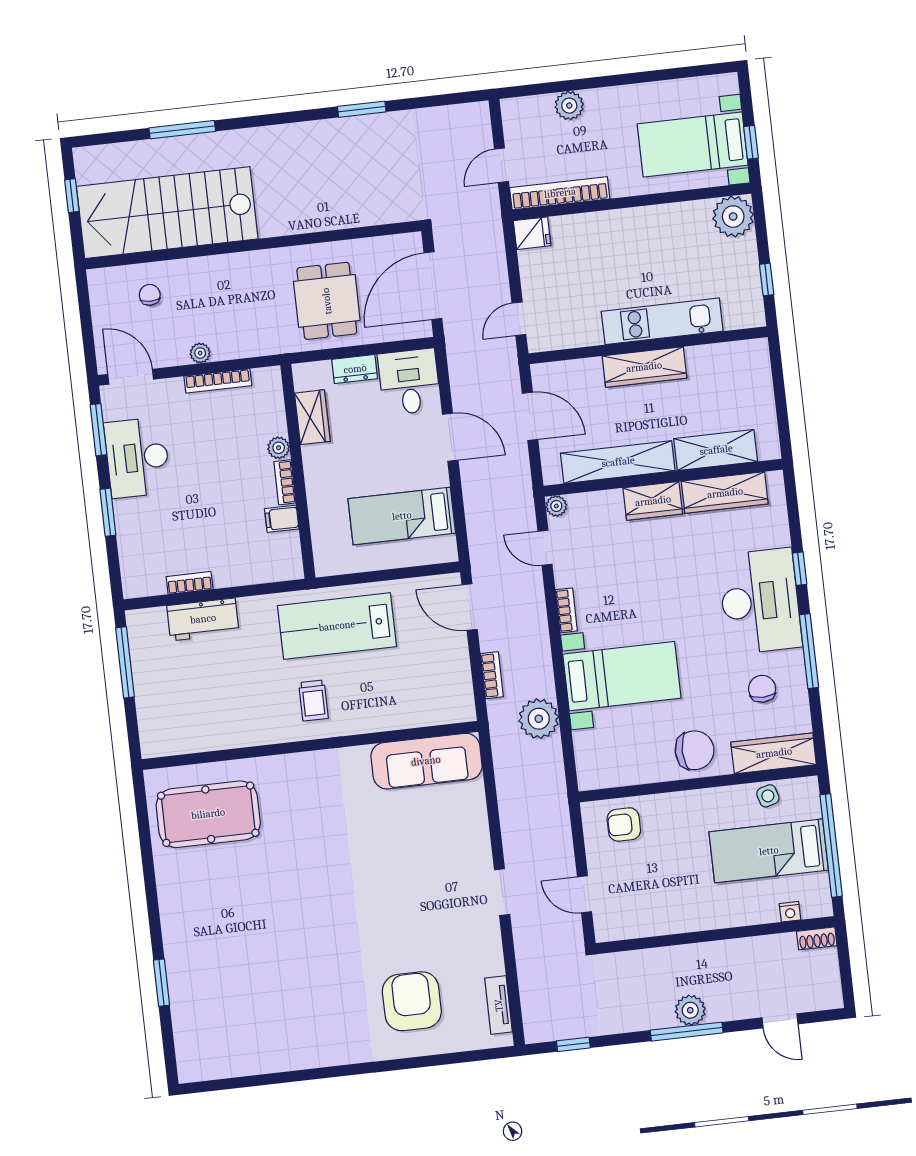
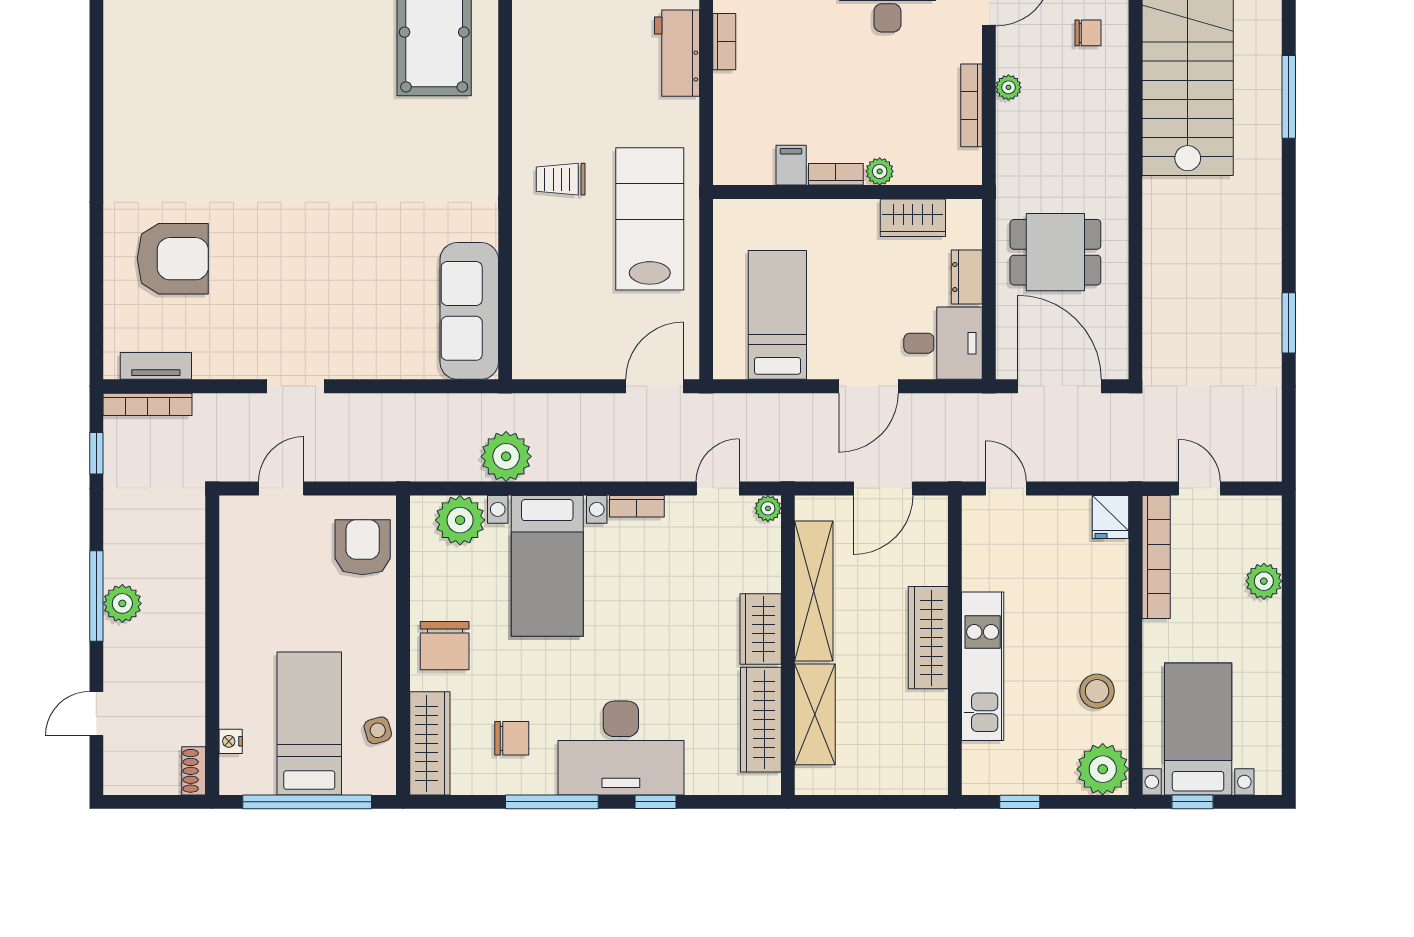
stool: (672, 228) -> (1097, 691), added
bookcase: (492, 675) -> (147, 404), moved, width x1.56
plant: (594, 750) -> (460, 520), added
armchair: (624, 824) -> (363, 547), width x1.38, depth x1.38

